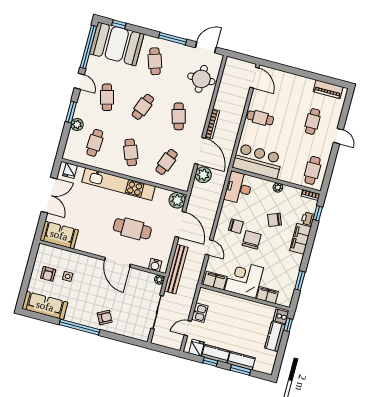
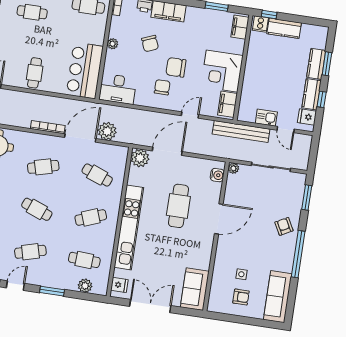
plant: (77, 125) -> (85, 286), moved
bench: (176, 269) -> (241, 131), moved
filing cabinet: (267, 295) -> (240, 27), moved
window: (127, 340) -> (307, 197), added

